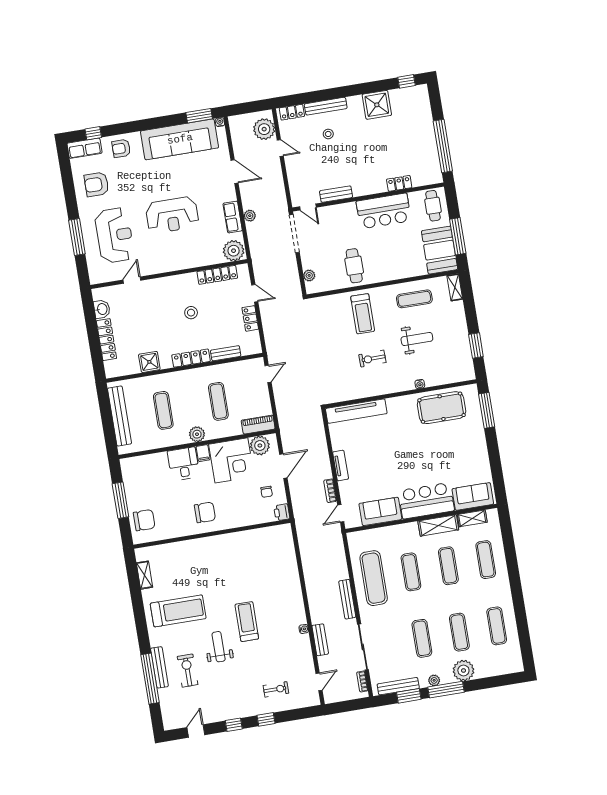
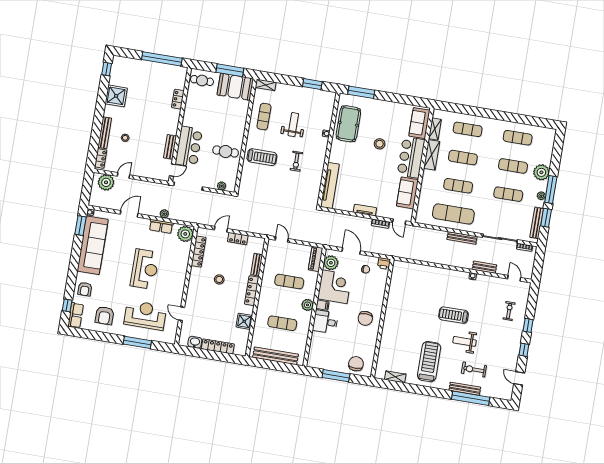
bar counter: (384, 211) -> (189, 147), moved
stool: (430, 455) -> (380, 144), added
chair: (205, 512) -> (365, 318), turned 180

